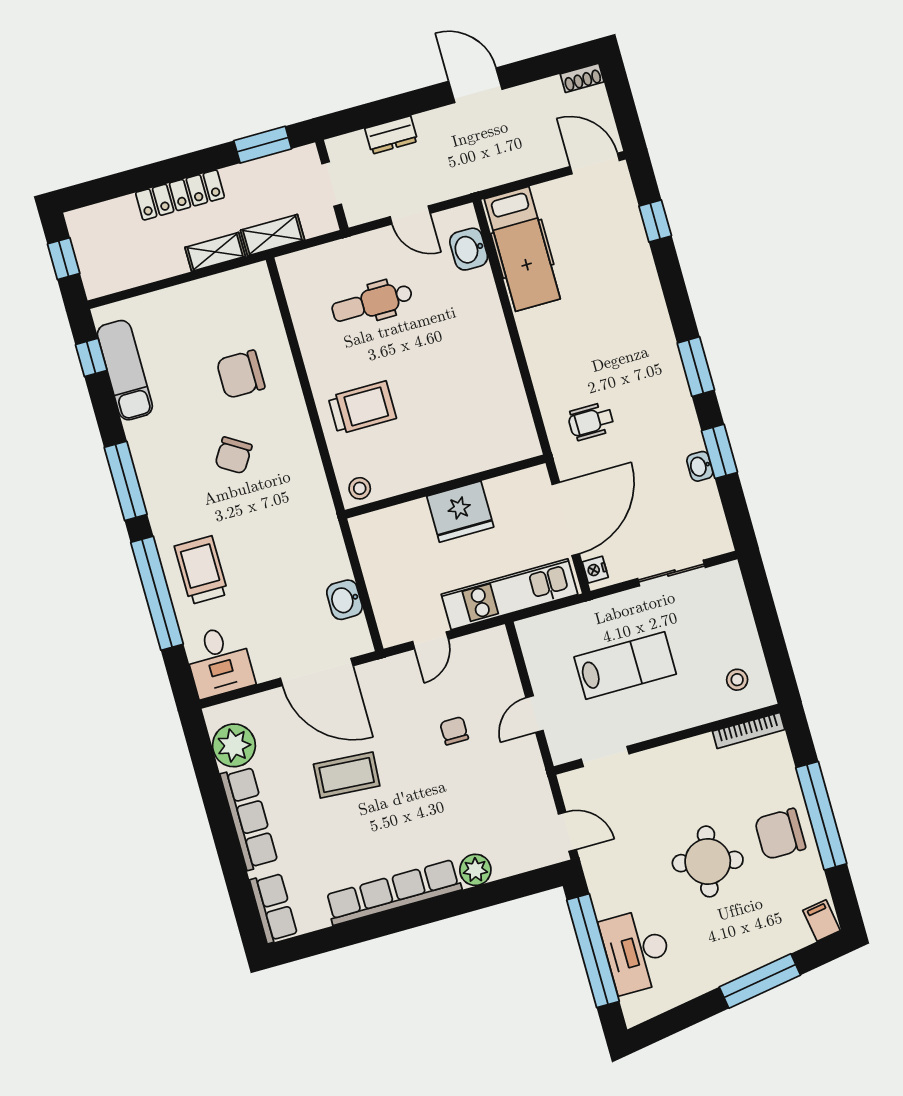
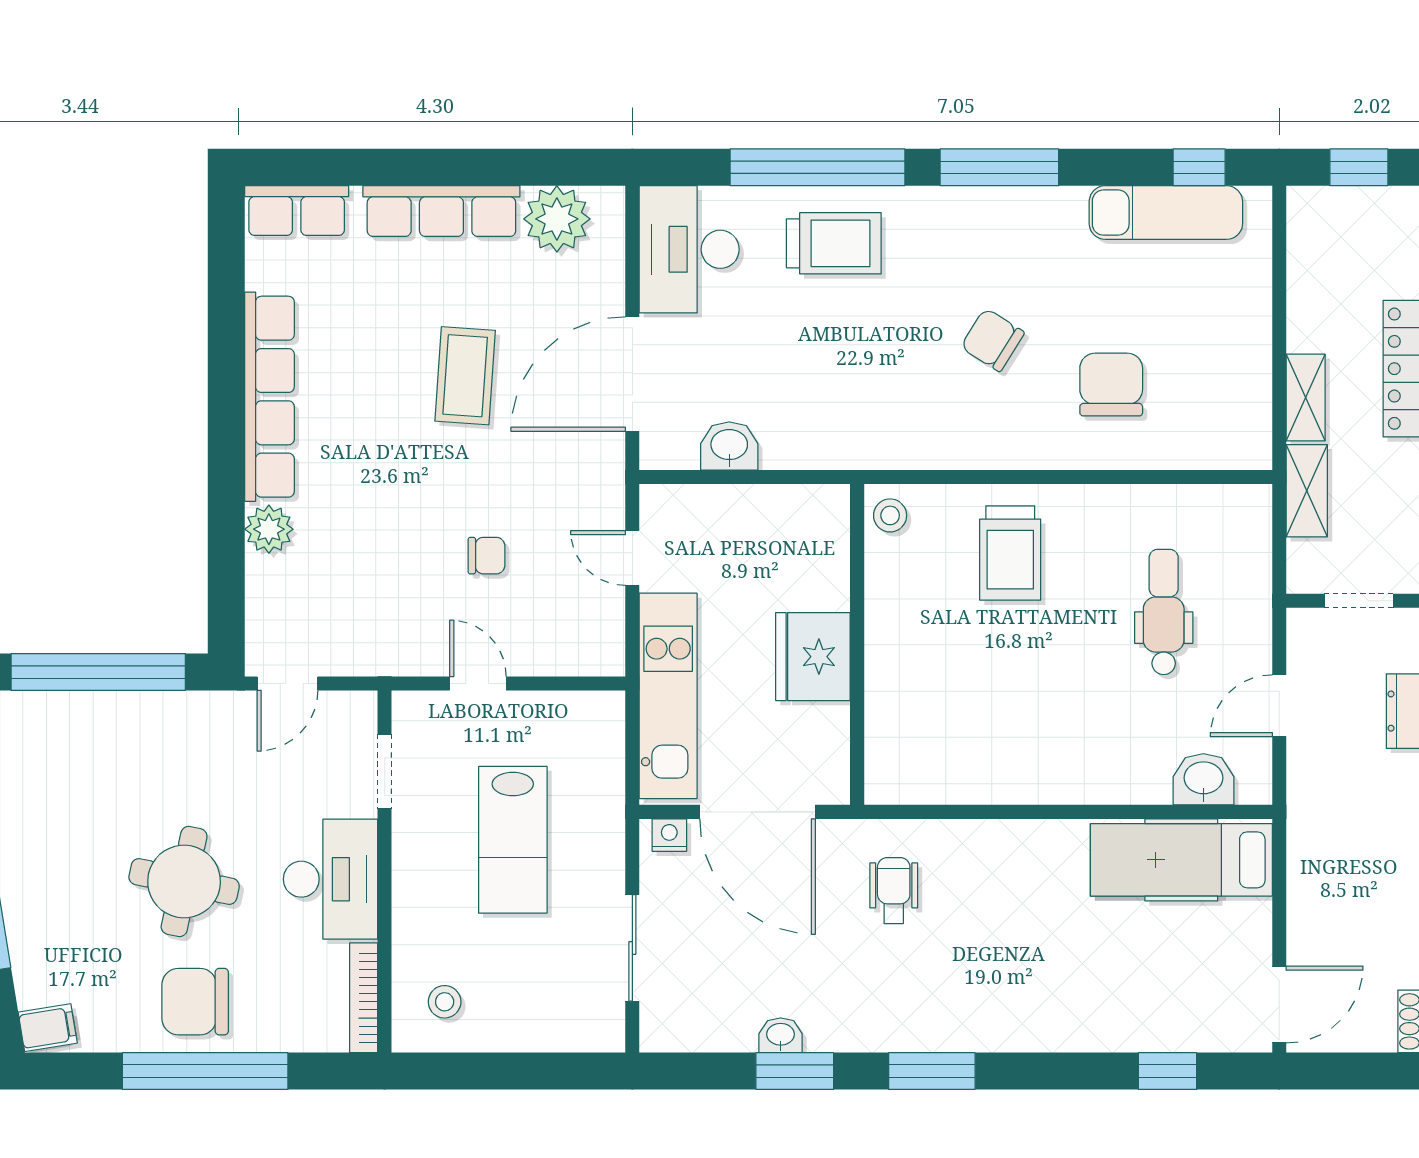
desk: (219, 661) -> (689, 249), width x1.37
chair: (780, 834) -> (195, 1002), turned -90
desk: (637, 951) -> (331, 879), moved, turned 90

